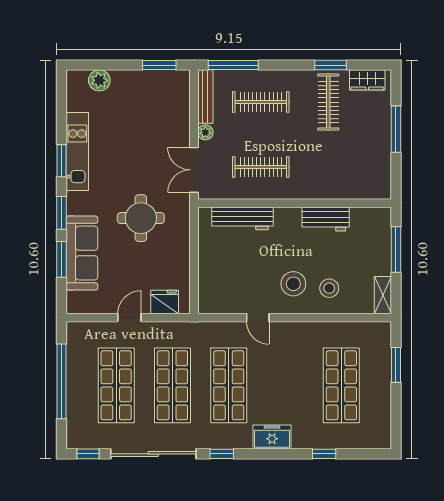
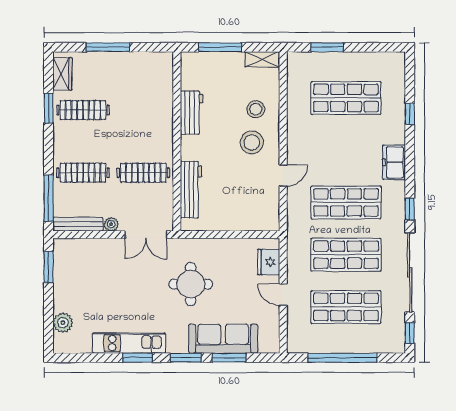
clothes rail: (261, 102) -> (83, 173), turned 90
clothes rail: (261, 167) -> (143, 173), turned 90

